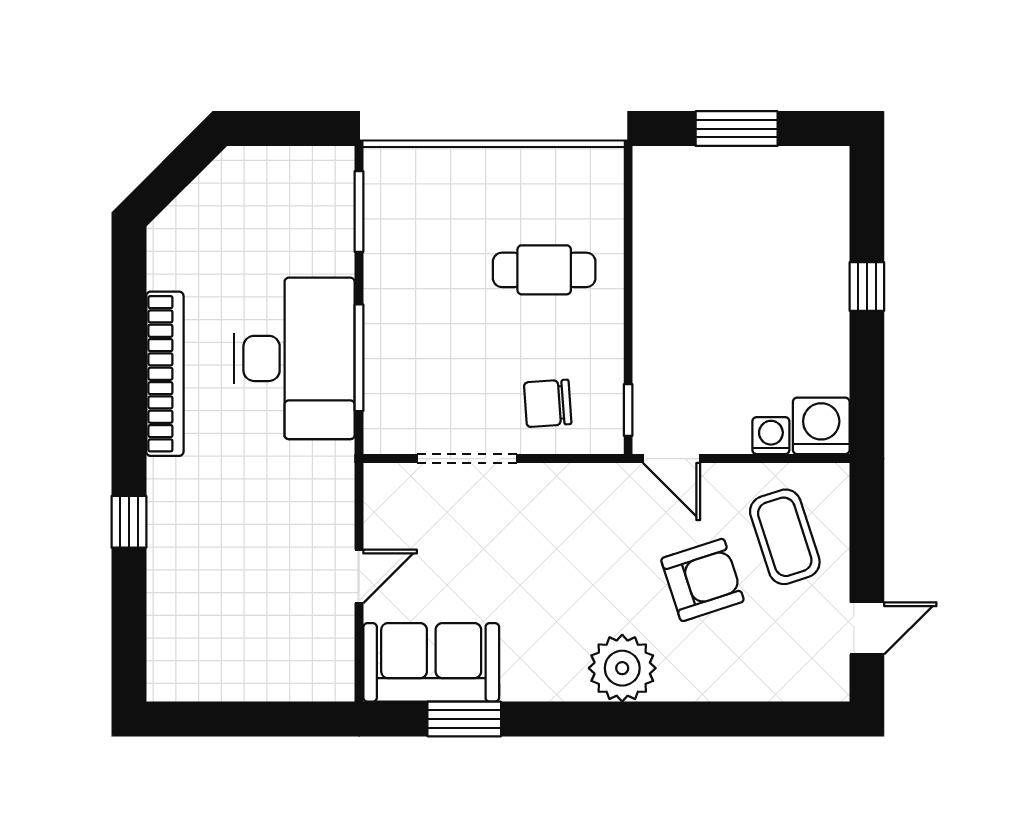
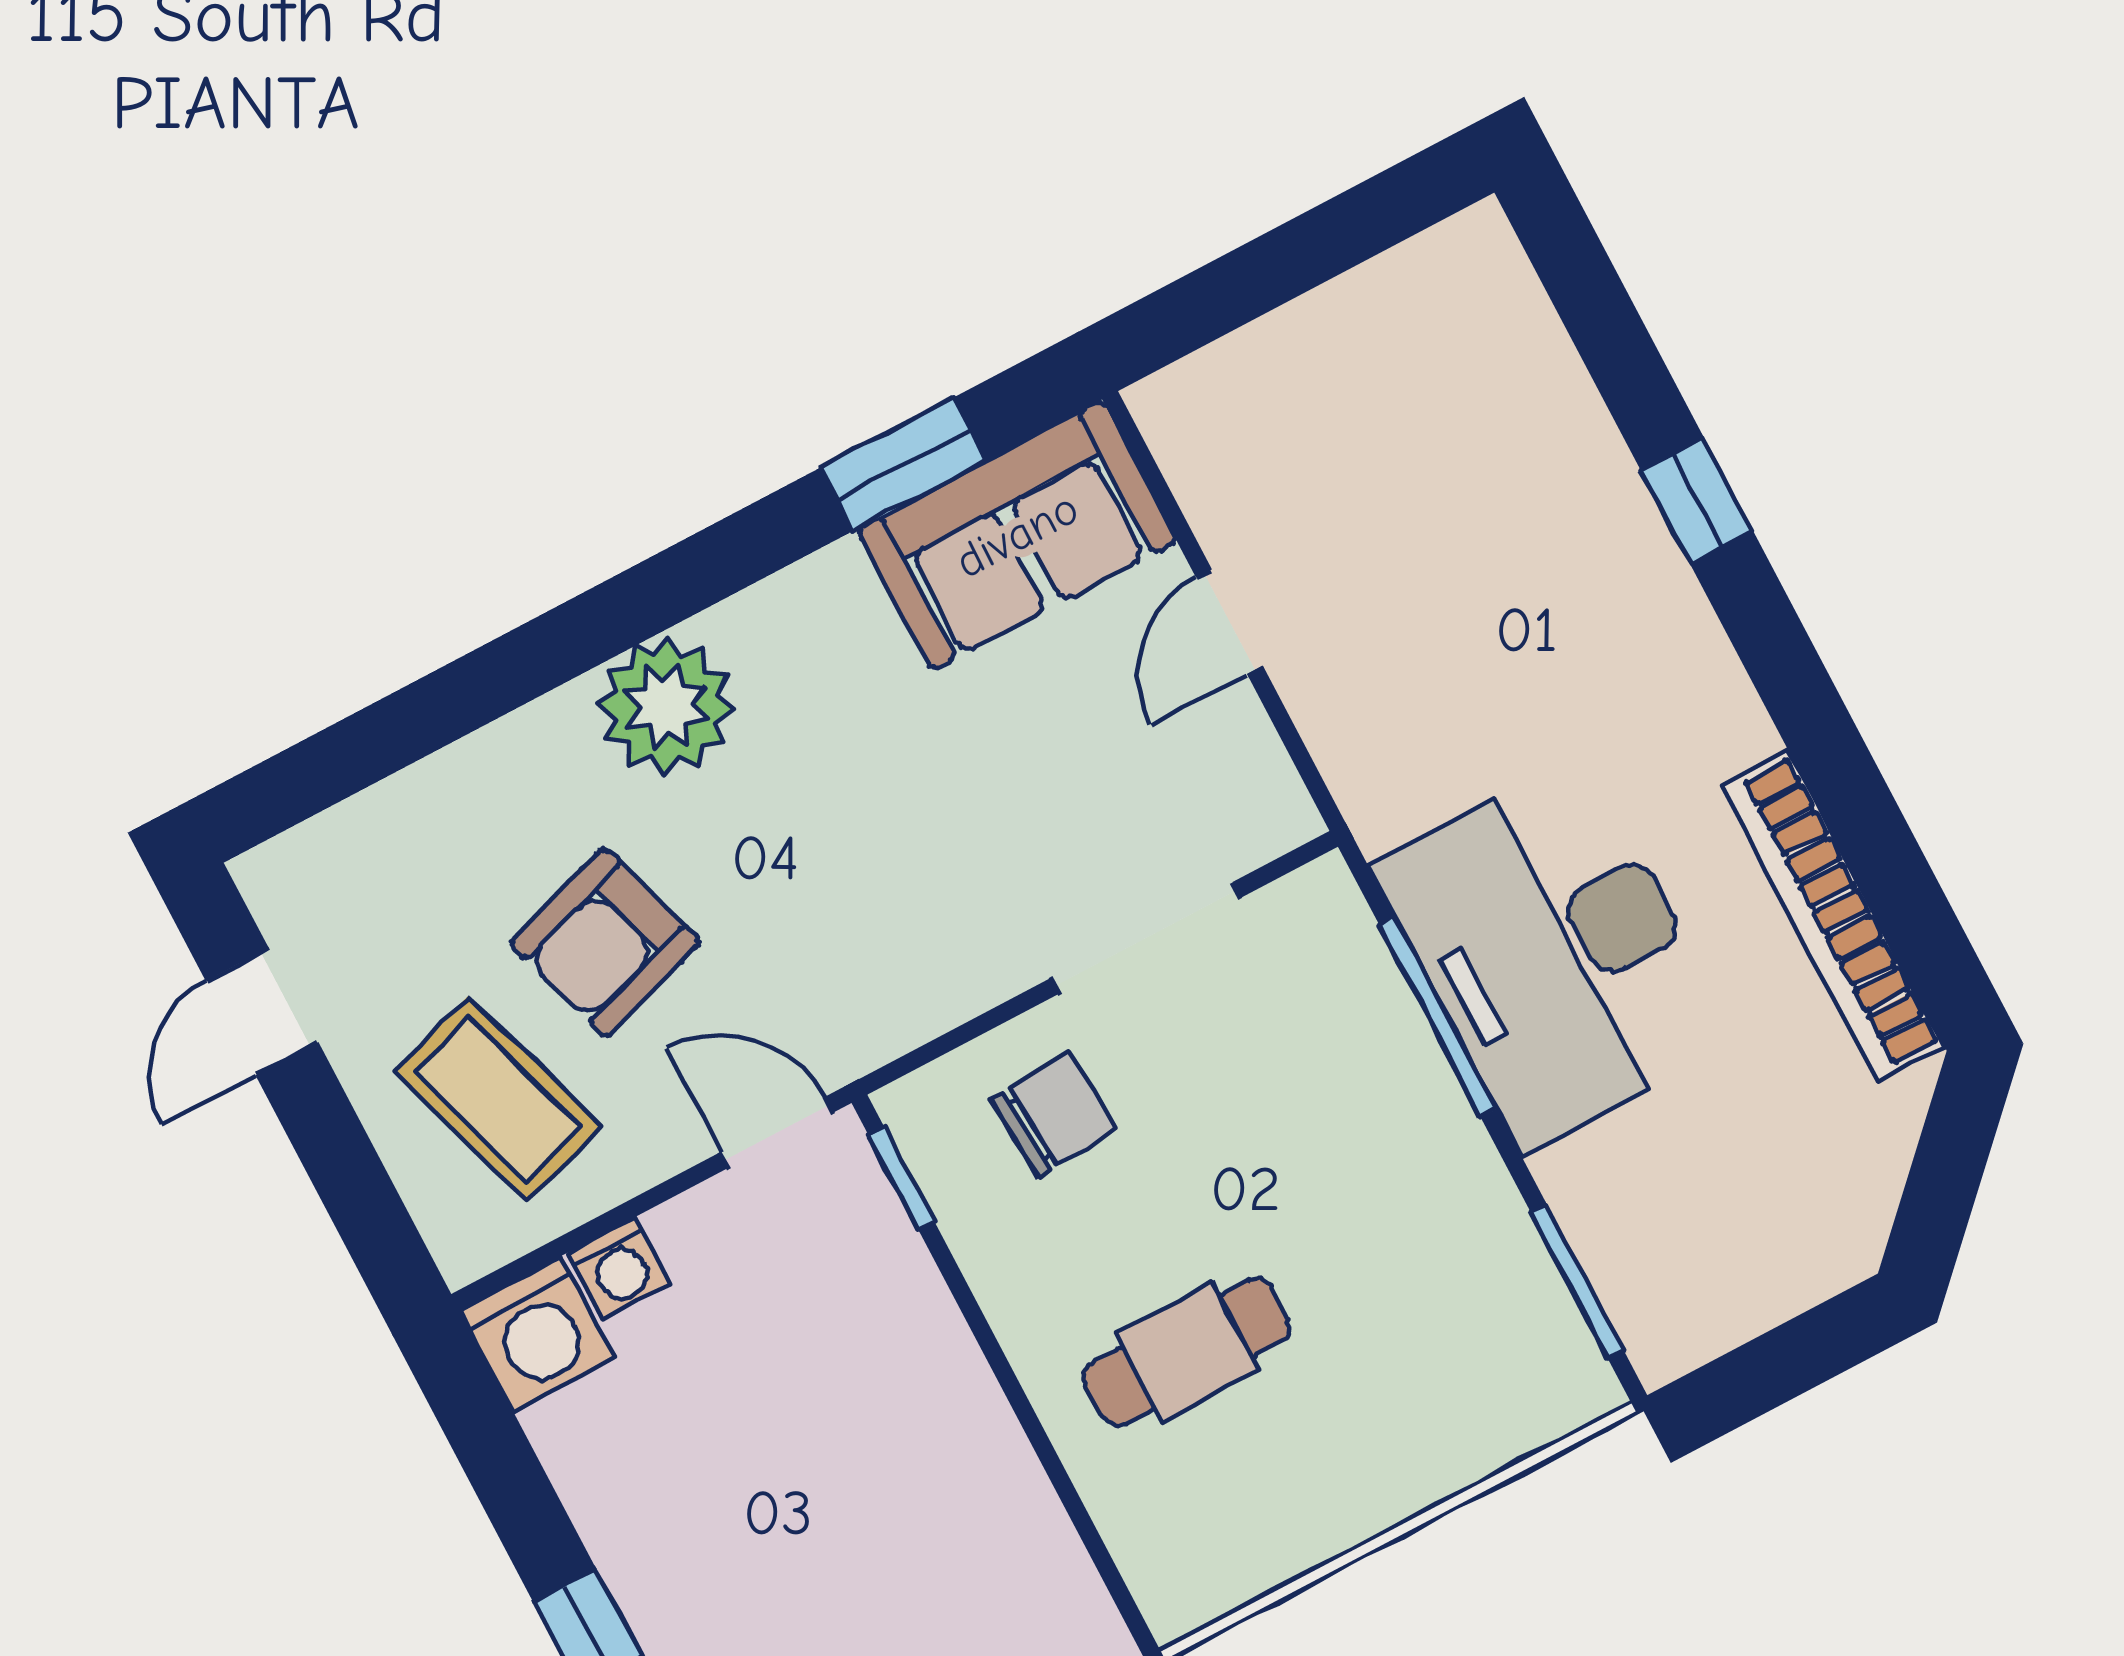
bookcase: (165, 374) -> (1833, 916), moved

